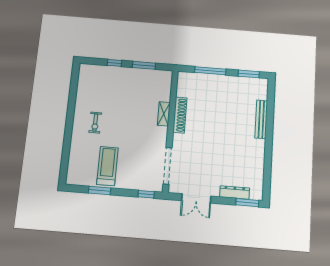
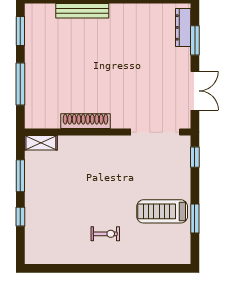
shelving: (164, 114) -> (41, 143), moved
dresser: (235, 193) -> (183, 27), moved
window: (247, 203) -> (195, 40), moved

